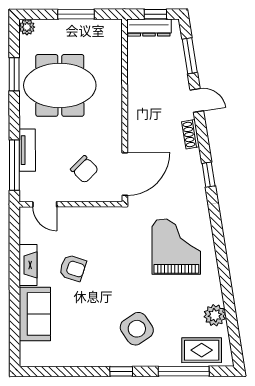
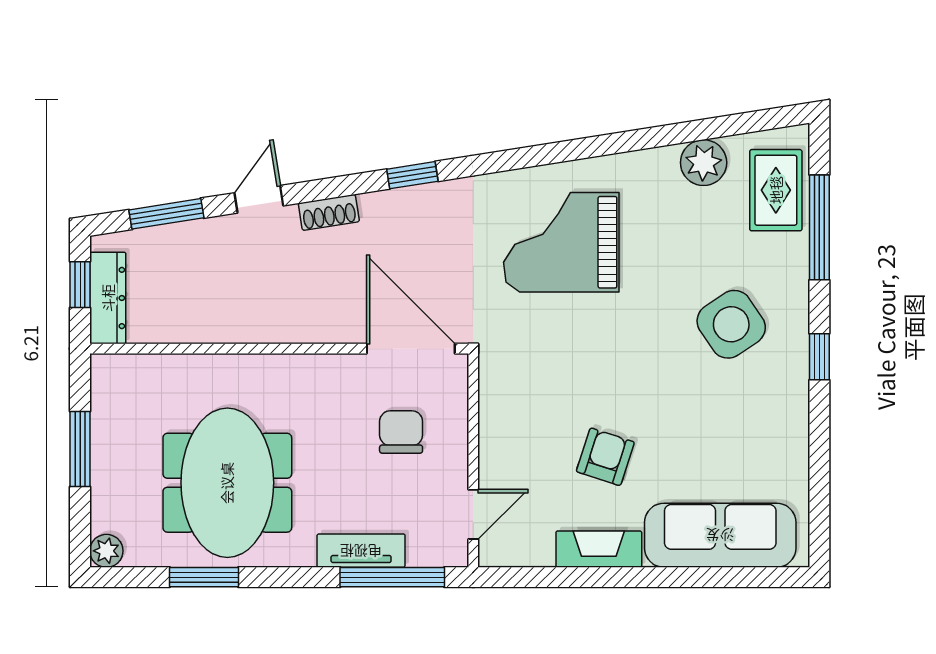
chair: (84, 169) -> (401, 432), turned -45
sofa: (35, 314) -> (720, 535), width x1.36

